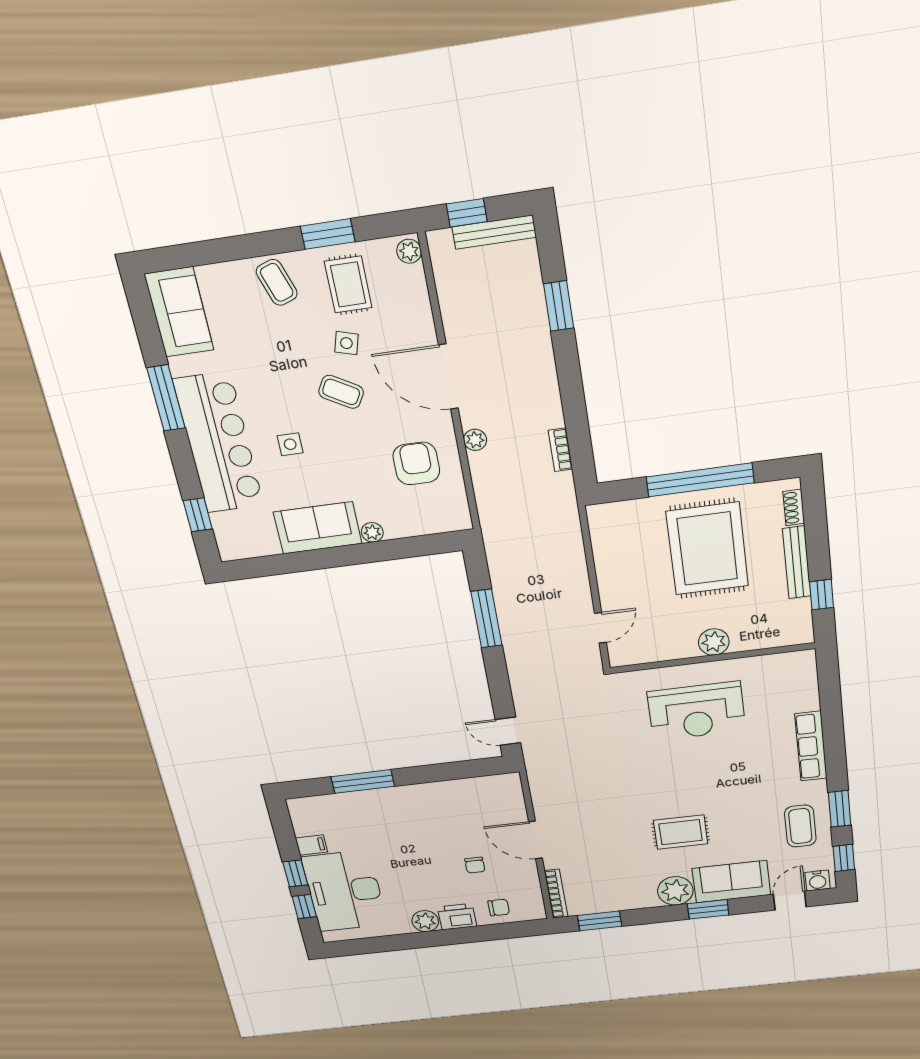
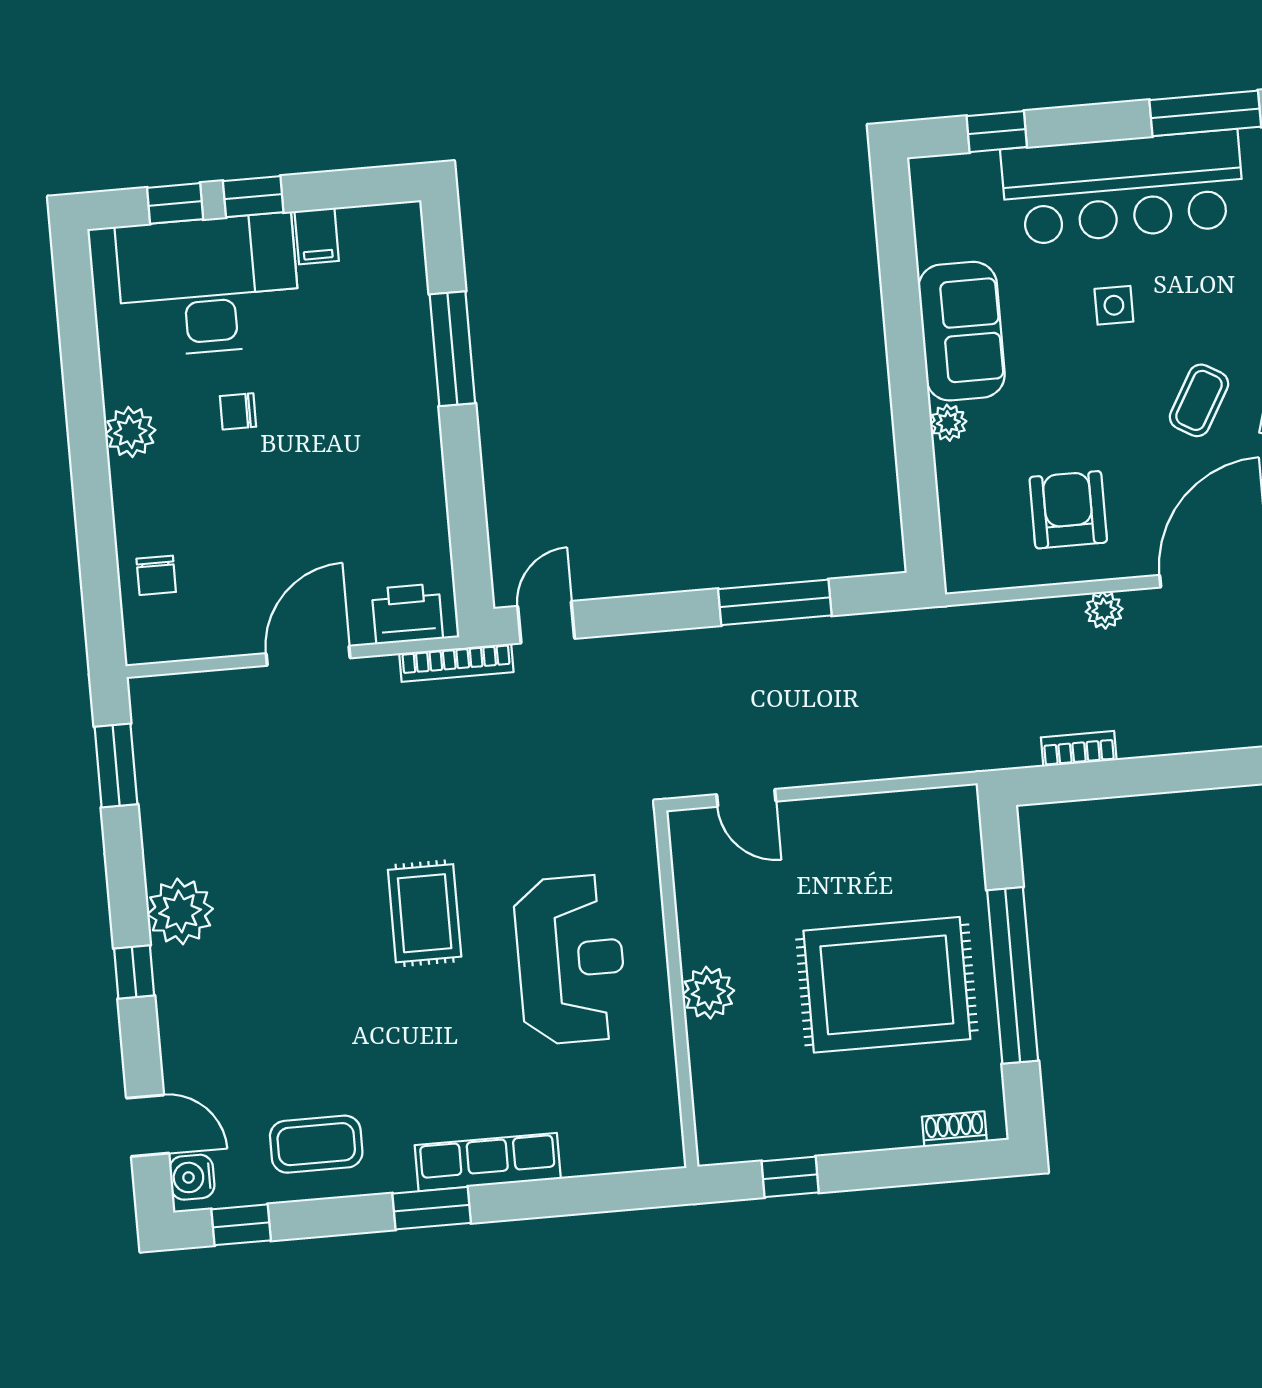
armchair: (416, 463) -> (1068, 510), turned -90
bench: (797, 562) -> (853, 1135), removed
reception desk: (696, 711) -> (571, 960), turned 180
window: (840, 809) -> (432, 1208), moved
rug: (681, 832) -> (425, 913), moved
chair: (475, 865) -> (238, 411), moved
sofa: (731, 882) -> (197, 1017), removed
bookcase: (556, 894) -> (456, 663), moved
window: (708, 909) -> (134, 972), width x0.67
printer: (457, 917) -> (407, 614), moved, turned -90

